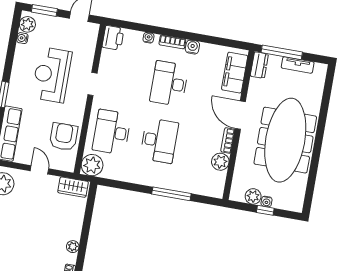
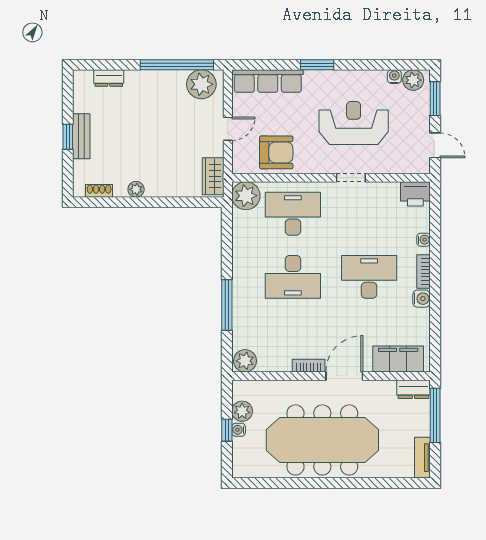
tv unit: (298, 65) -> (422, 458), moved
plant: (220, 162) -> (245, 361), moved

